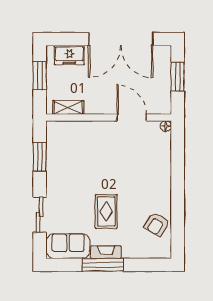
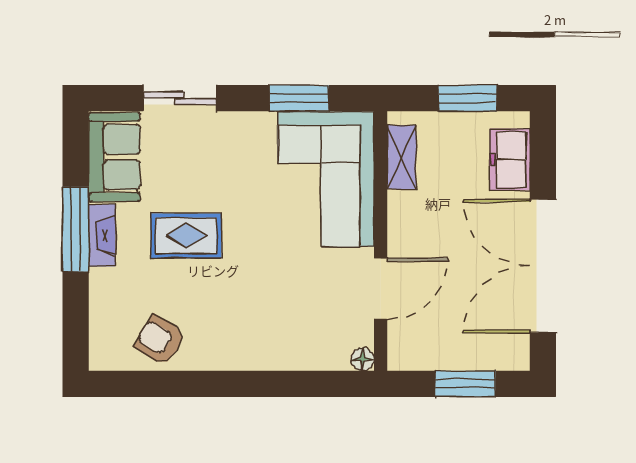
corner sofa: (79, 144) -> (326, 179), added

